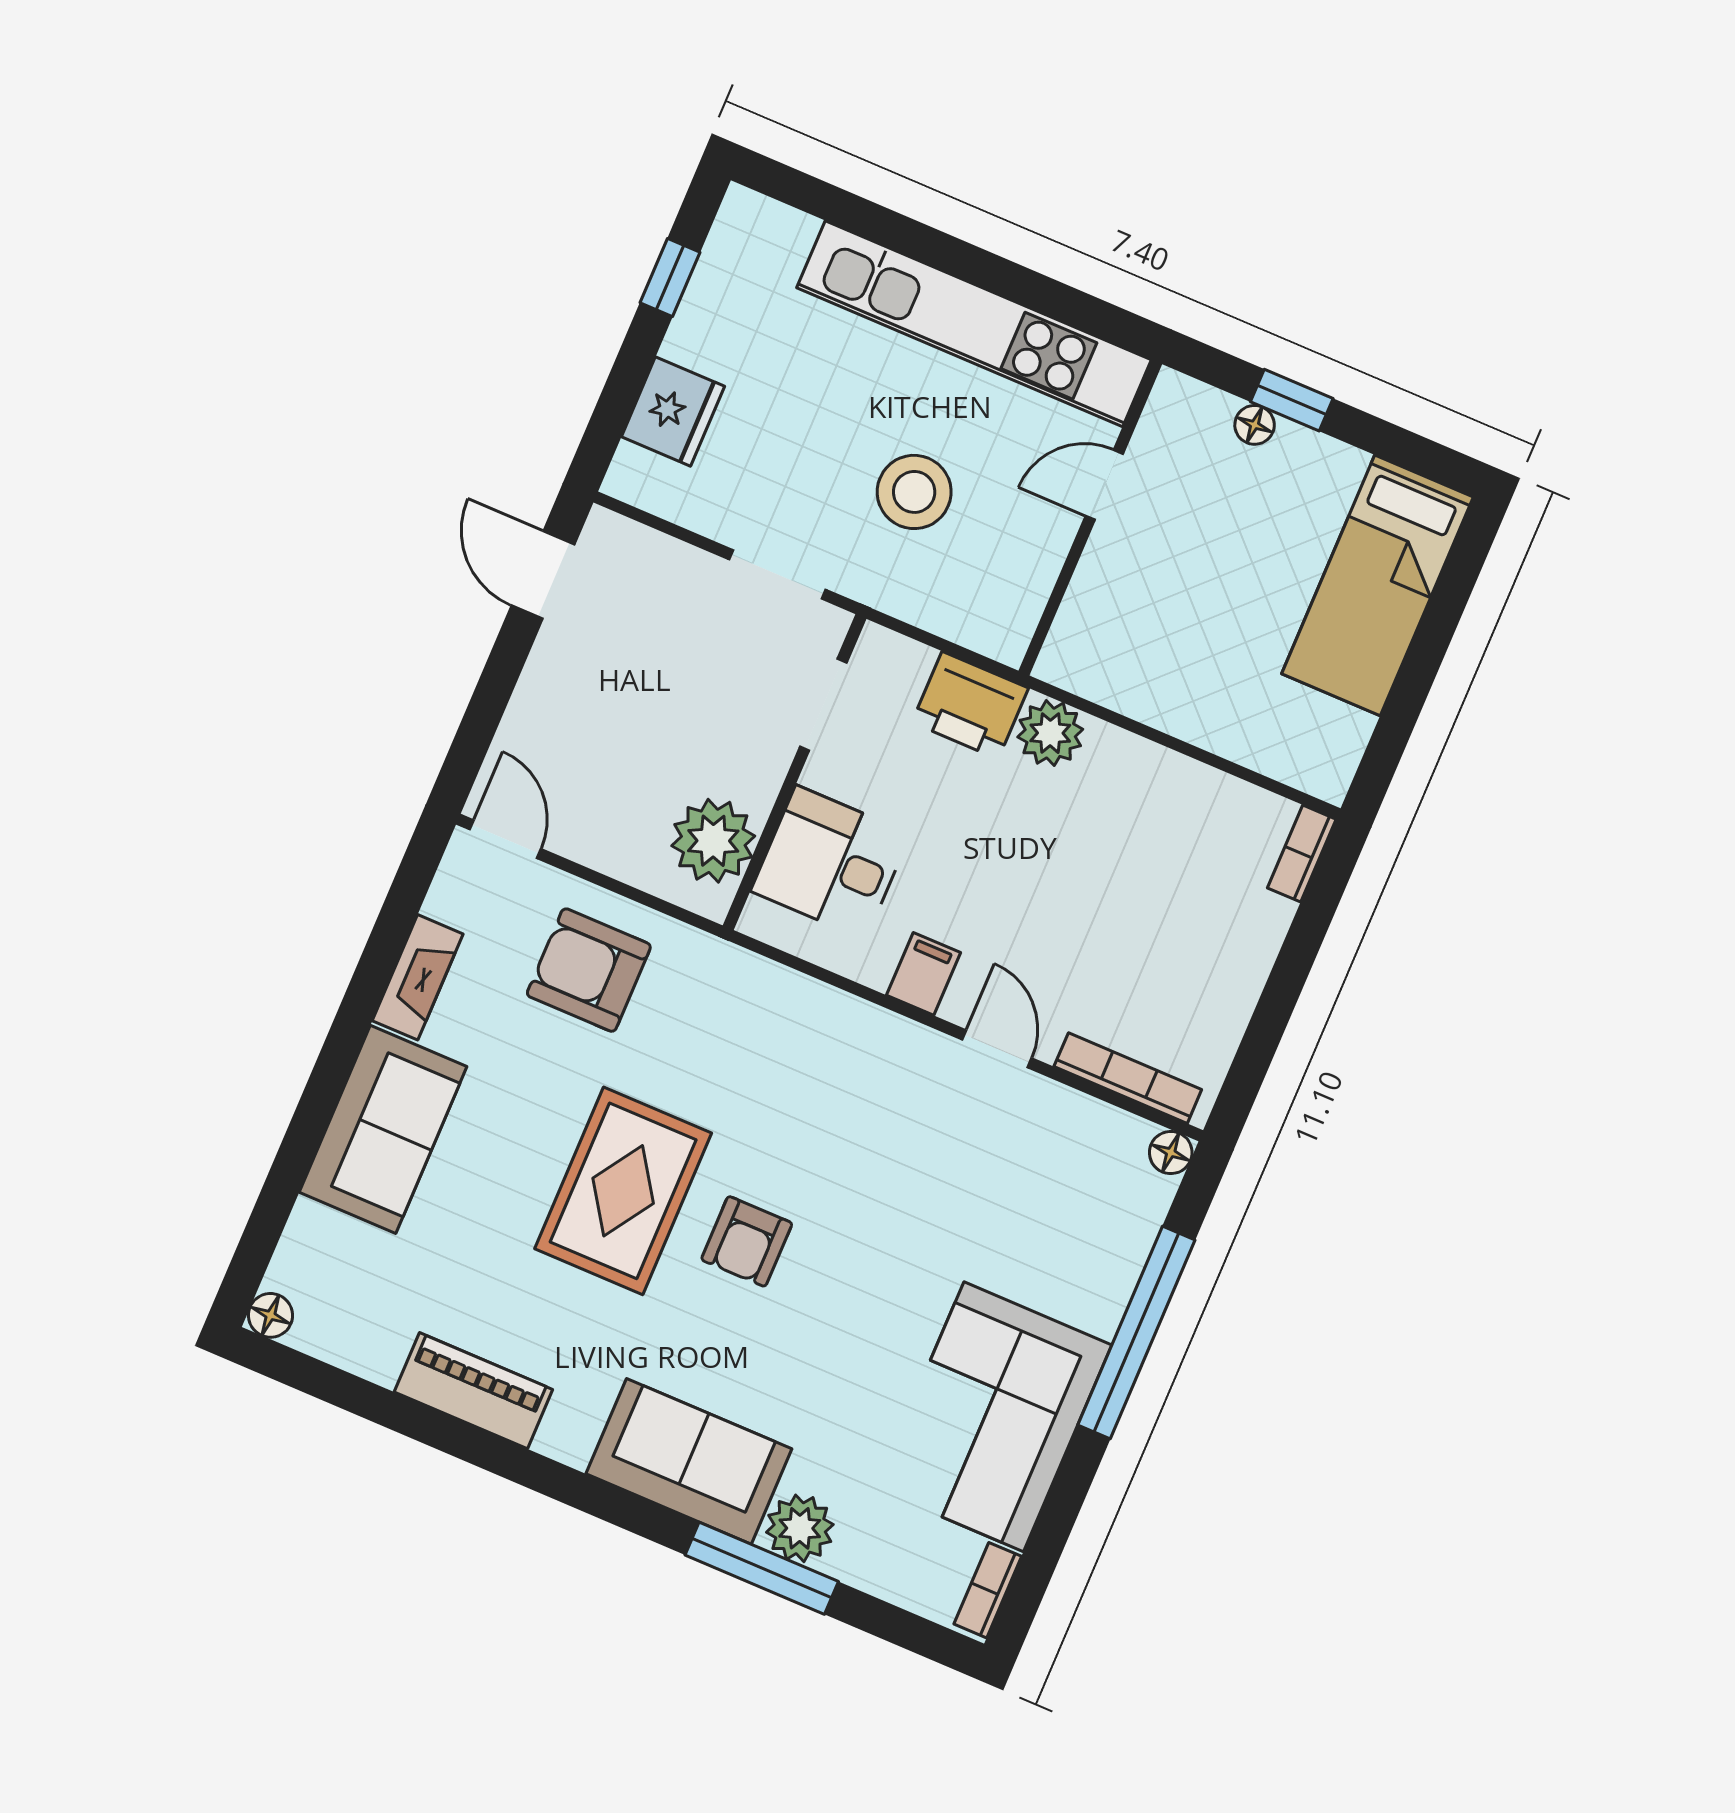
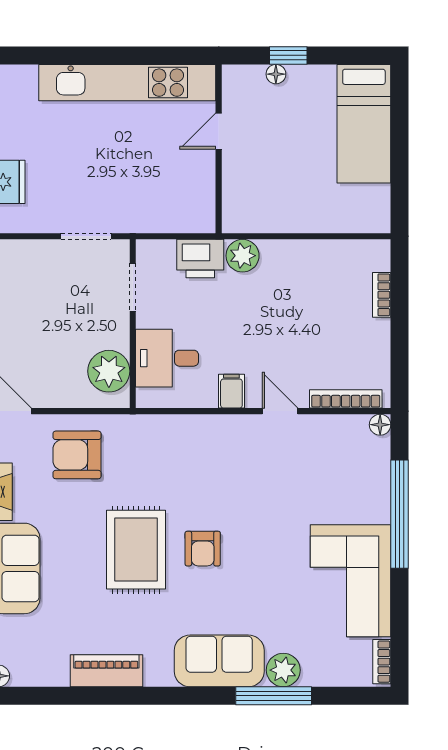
stool: (914, 492) -> (133, 172), removed
bookcase: (1302, 854) -> (382, 295), moved

